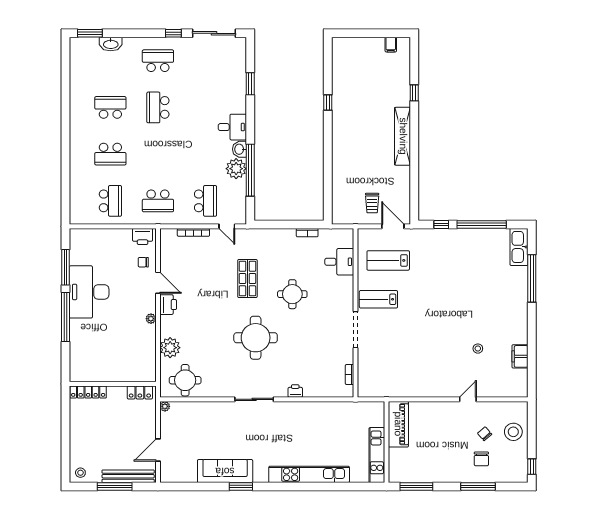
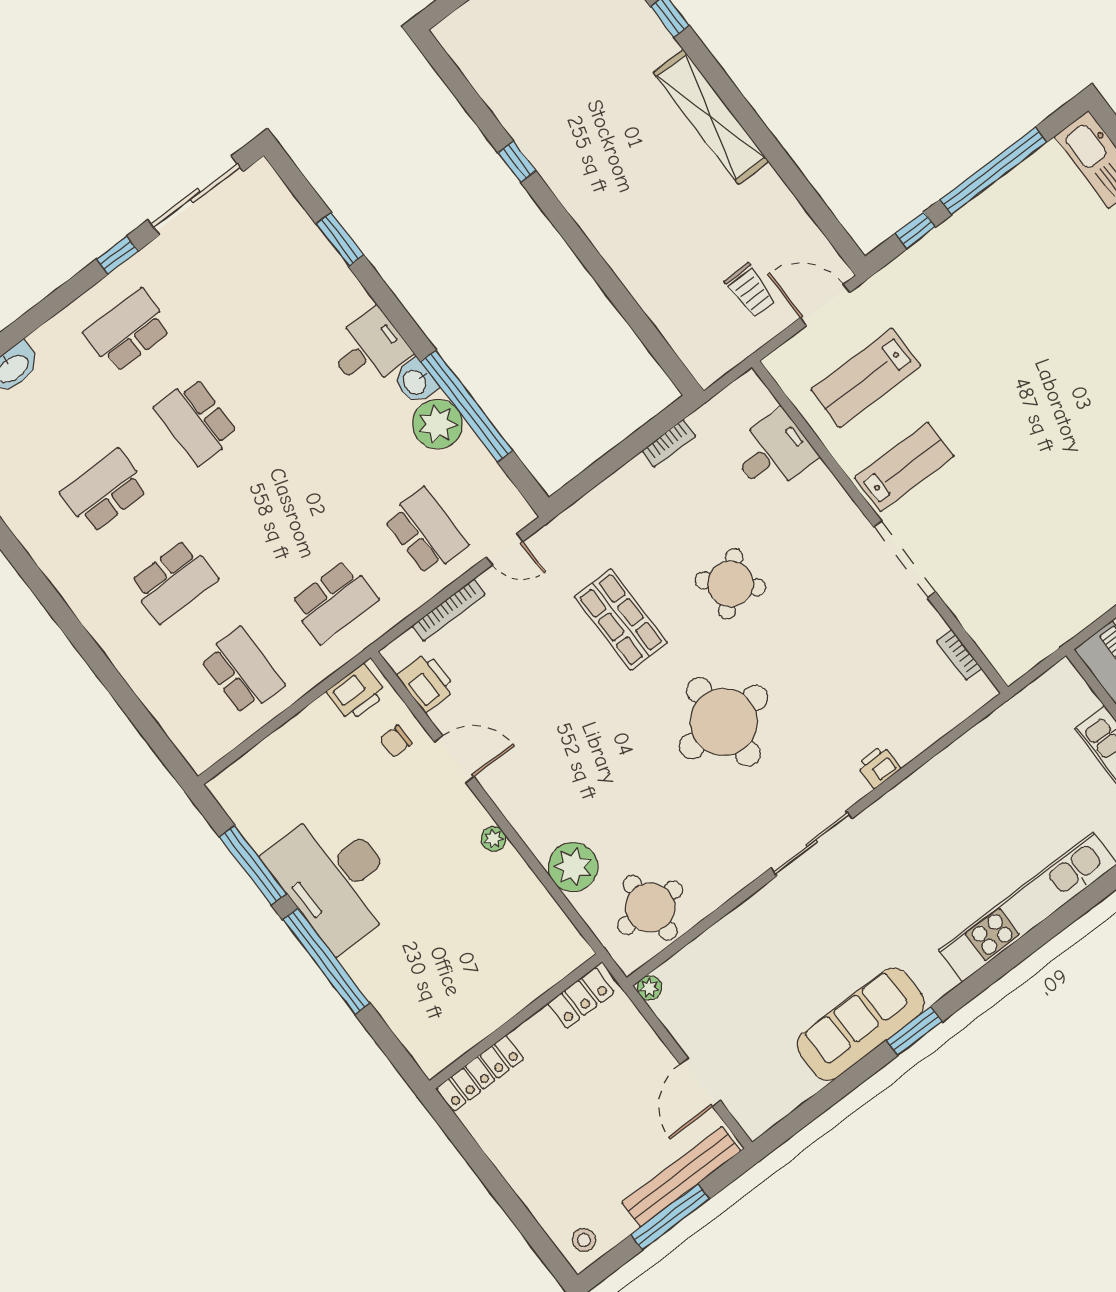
round table: (292, 294) -> (730, 584), turned 45
lab bench: (378, 299) -> (904, 467), turned 180
printer: (168, 305) -> (426, 682), moved

